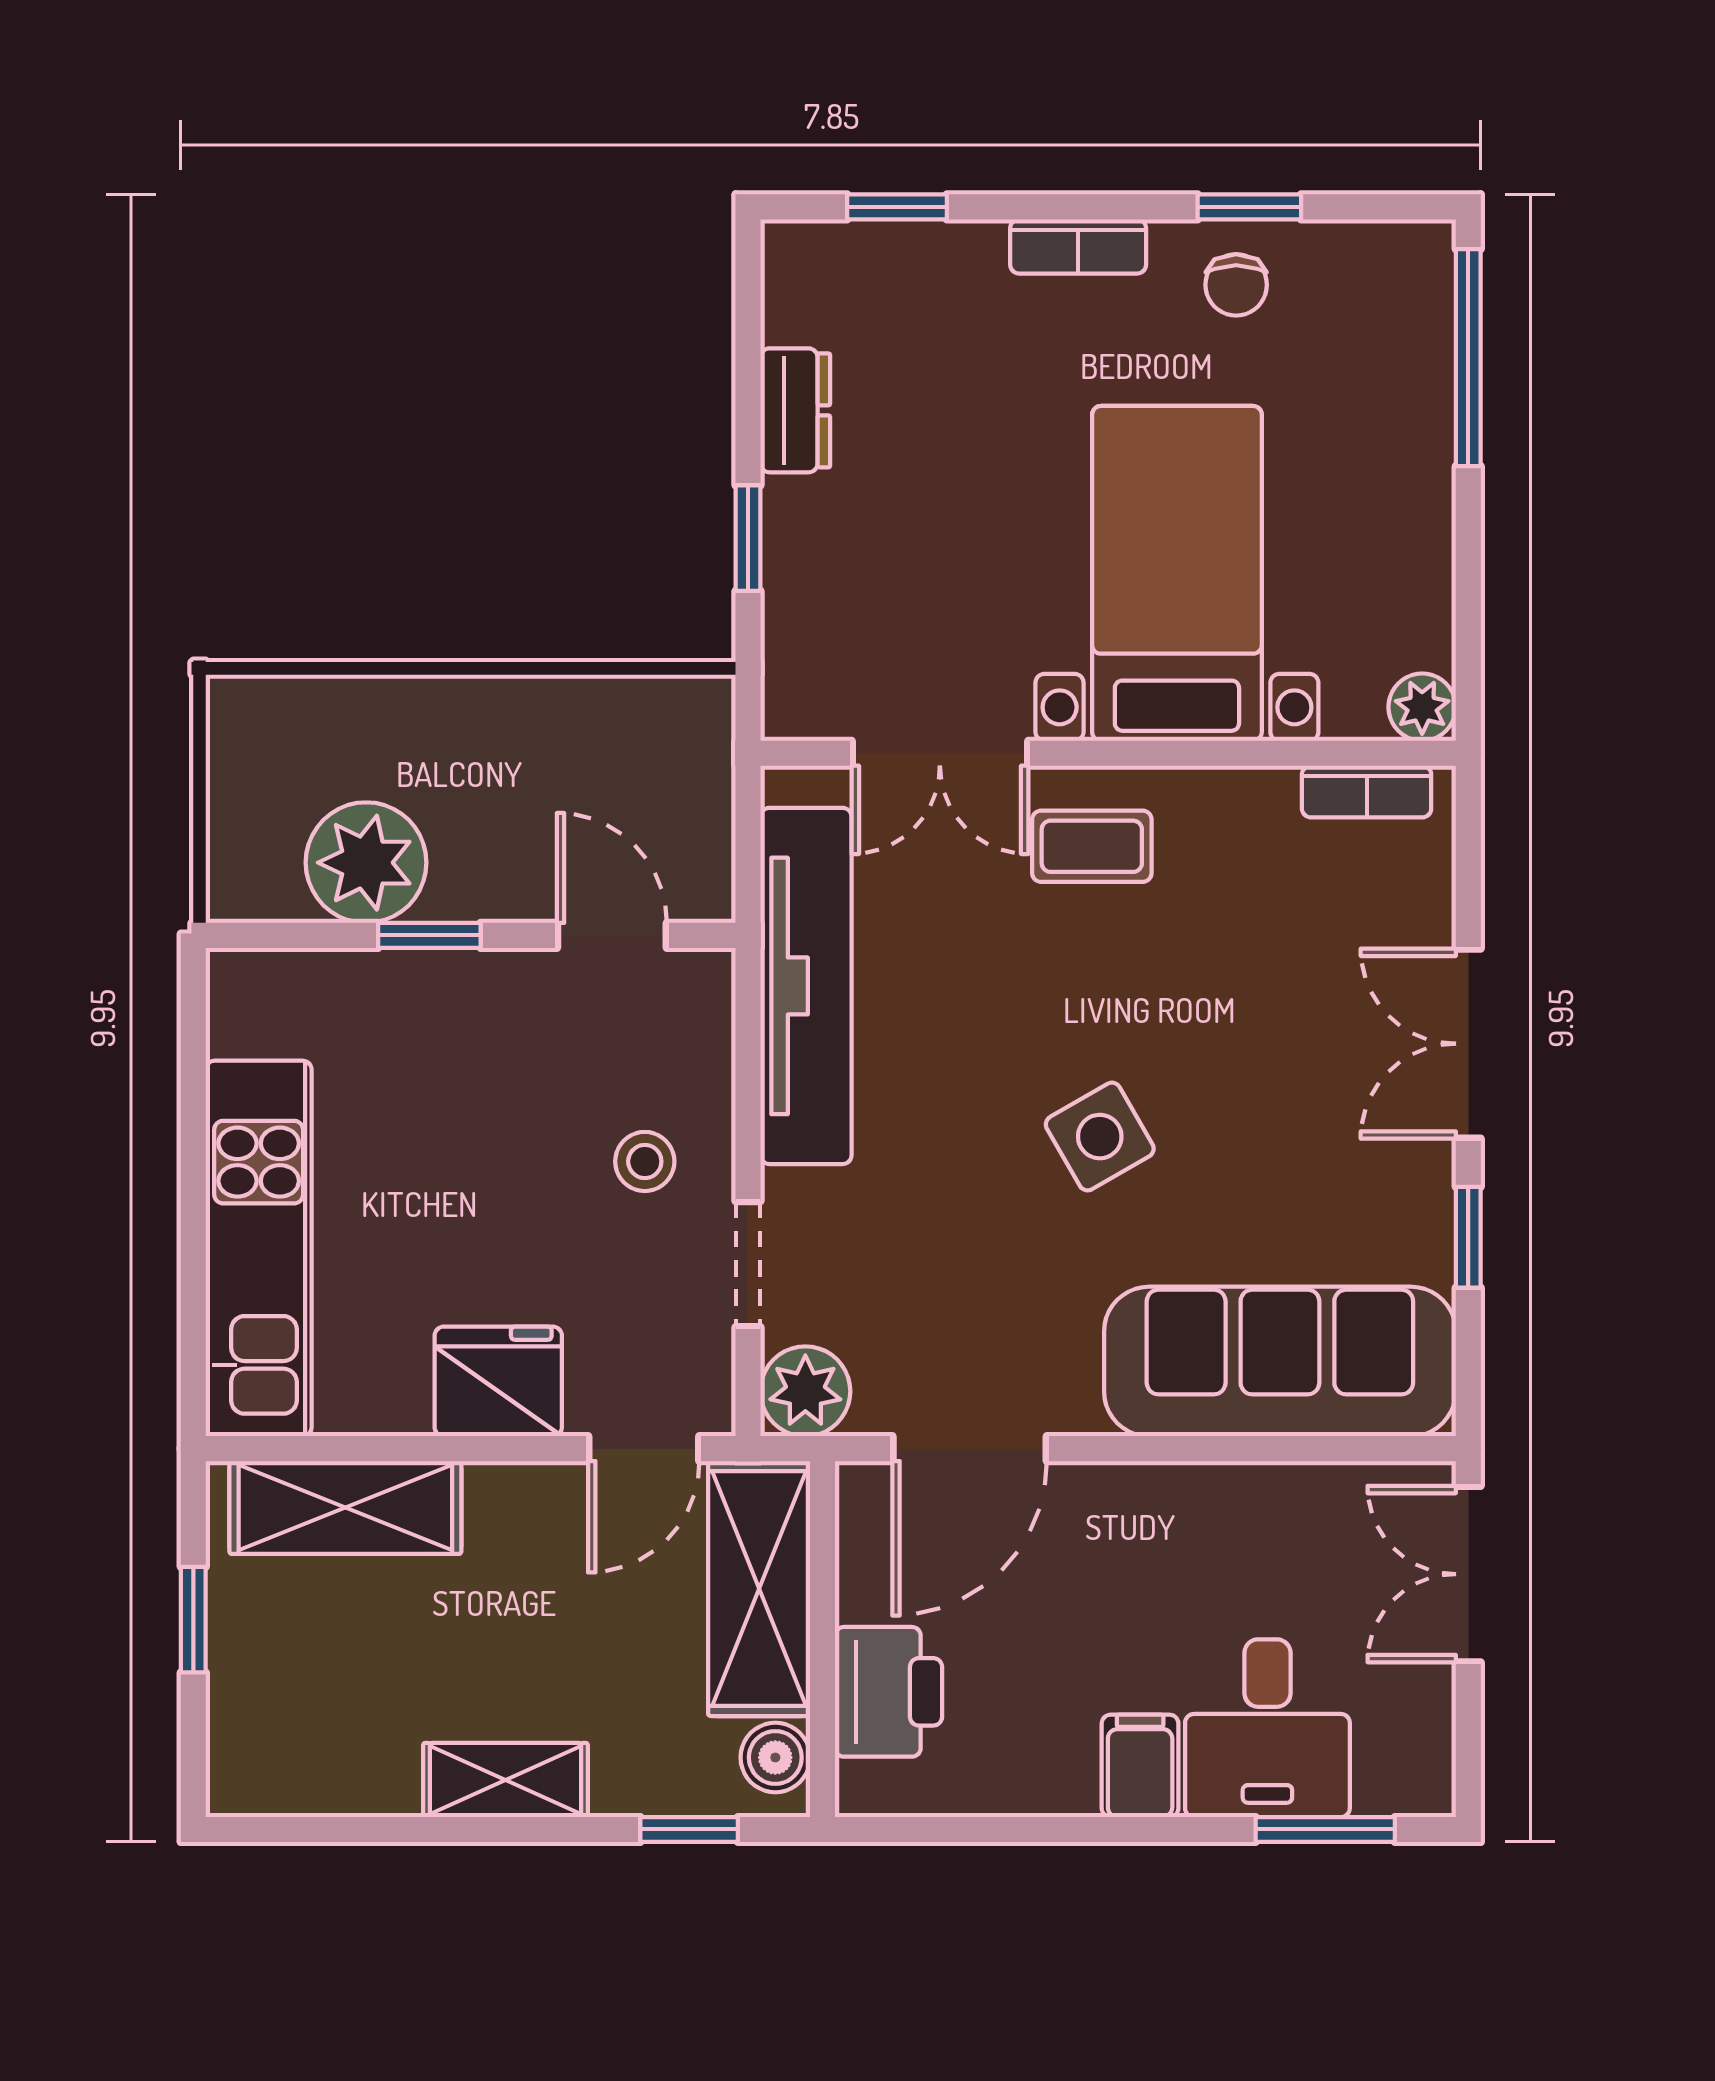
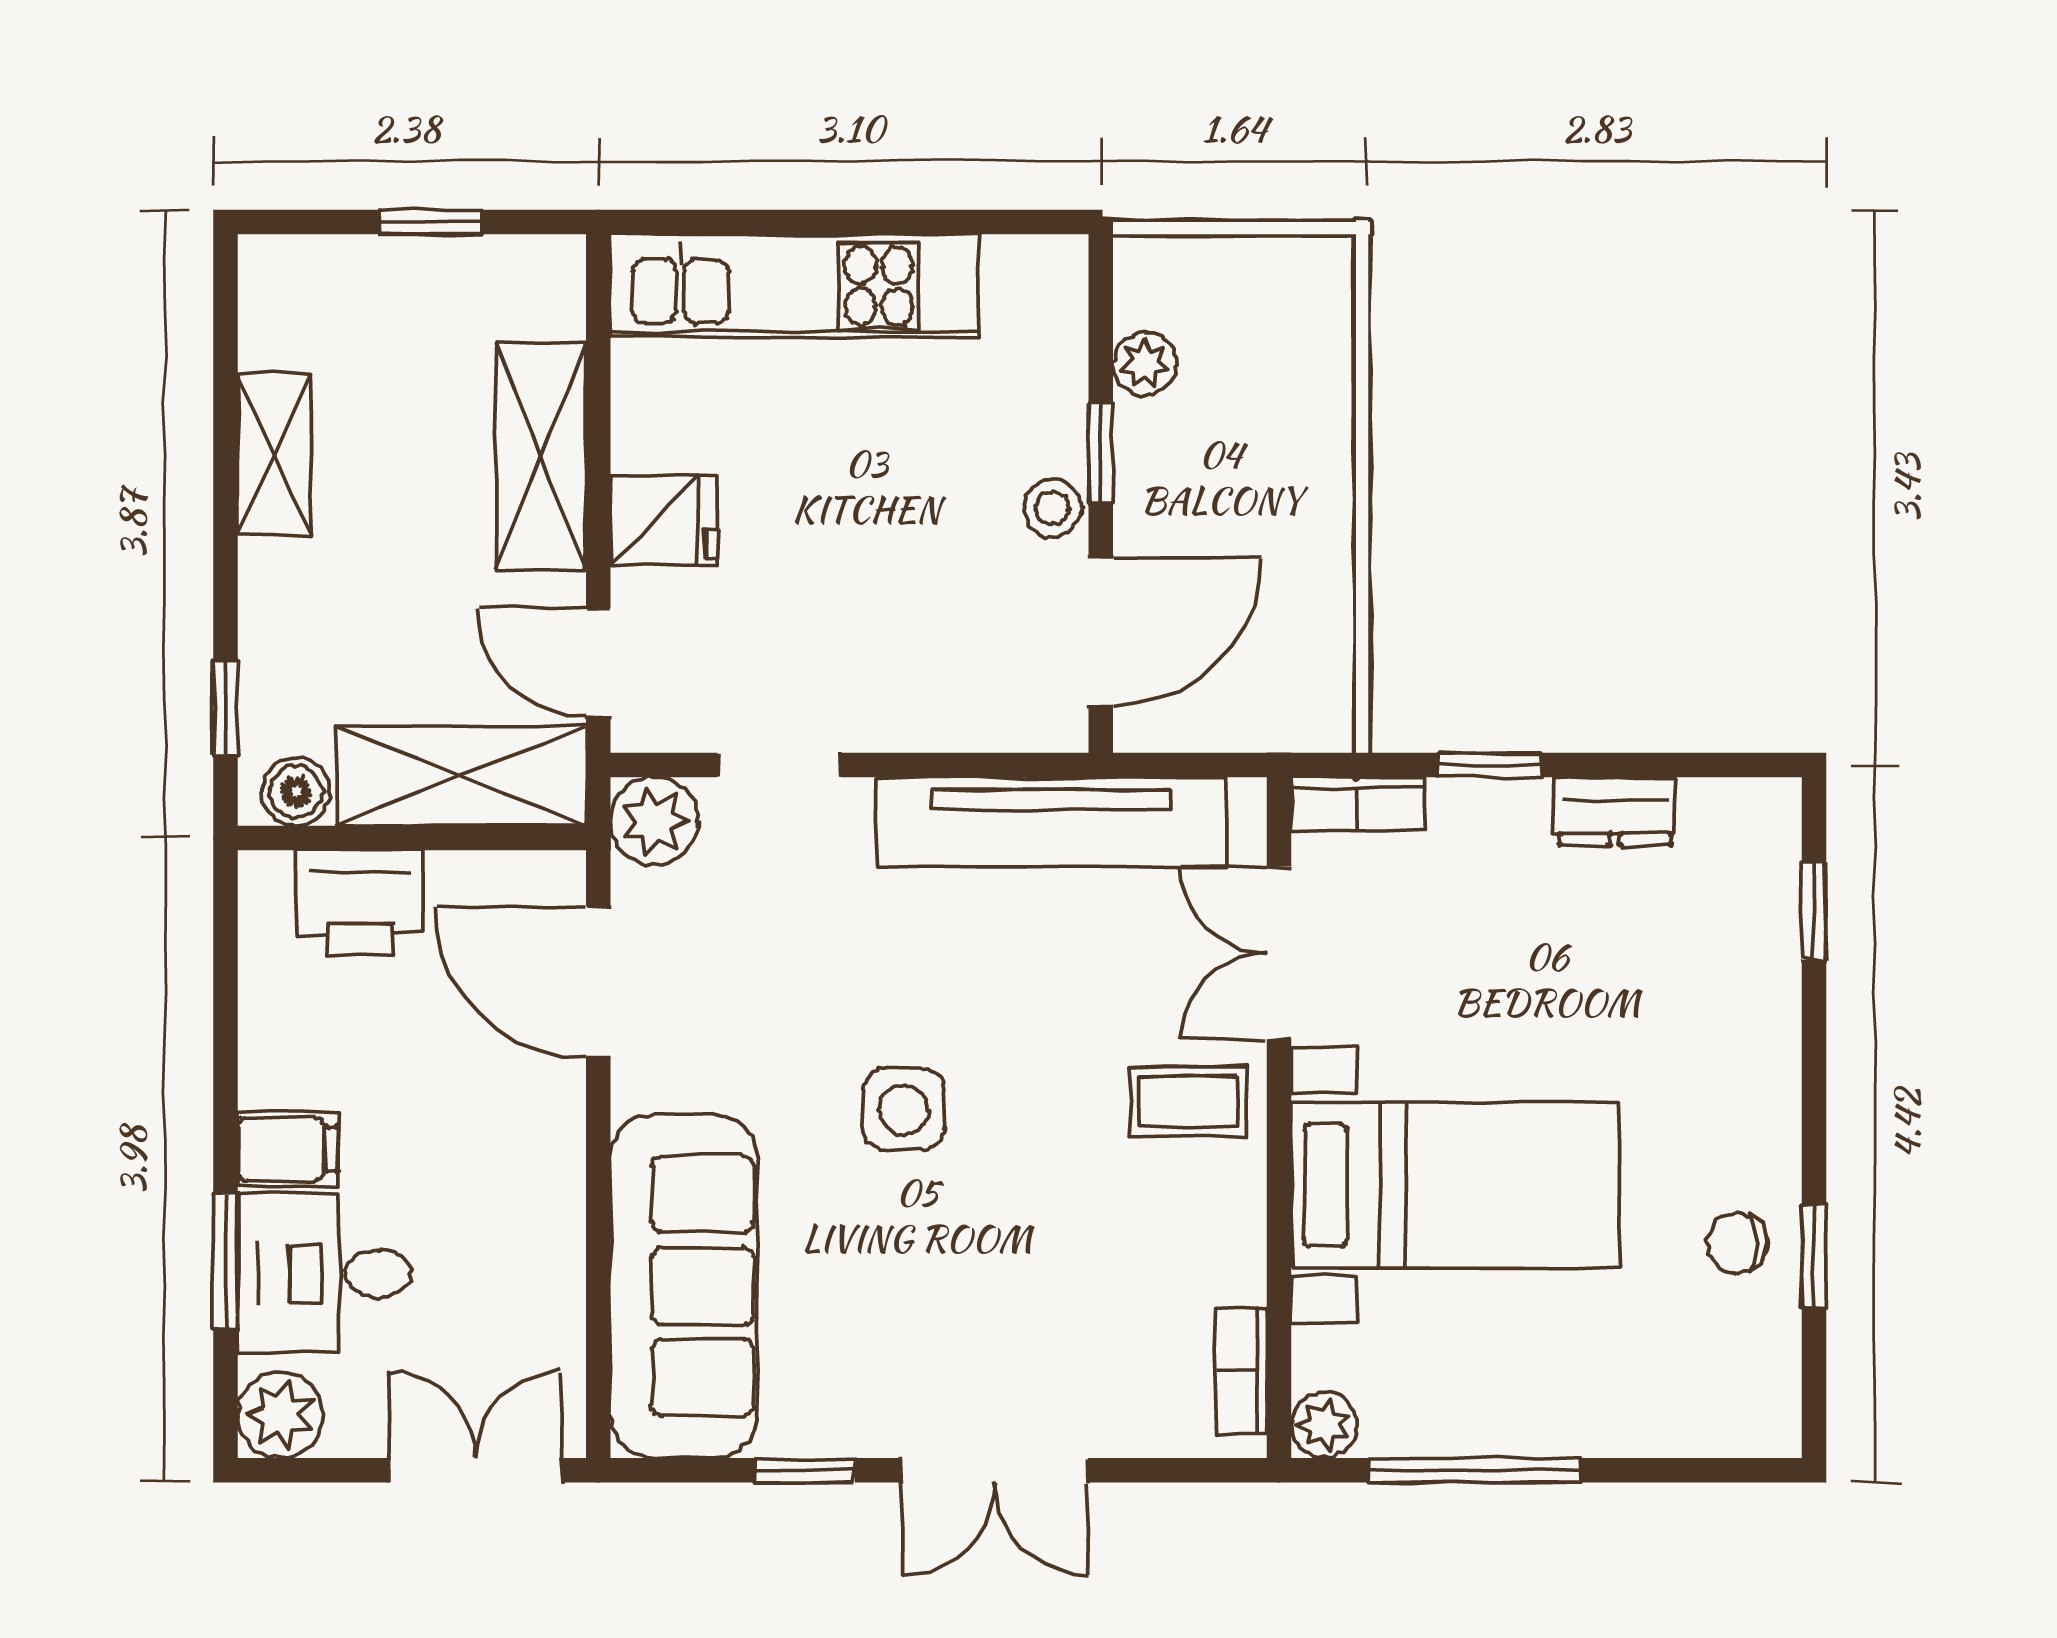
bookcase: (1078, 246) -> (1358, 804), moved, turned -90
window: (1468, 358) -> (1474, 1470), moved
coffee table: (1092, 846) -> (1188, 1102), turned 90
plant: (366, 863) -> (1144, 364), width x0.53, depth x0.53
door: (612, 935) -> (1101, 632), width x1.38
double door: (1468, 1044) -> (995, 1470), swing flipped
side table: (1100, 1137) -> (904, 1109), turned 30
stool: (645, 1161) -> (1053, 508), moved
fridge: (498, 1381) -> (664, 521), width x0.72
shelving: (345, 1507) -> (541, 457), moved
plant: (1412, 1773) -> (281, 1415), added
shelving: (505, 1780) -> (274, 454), moved
window: (1325, 1829) -> (225, 1262), moved

